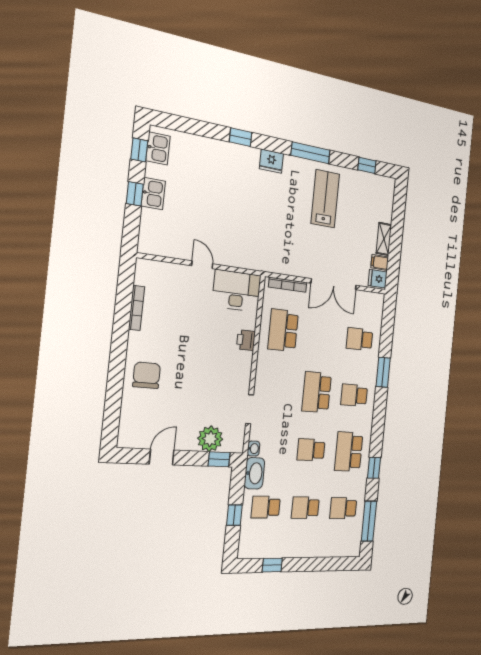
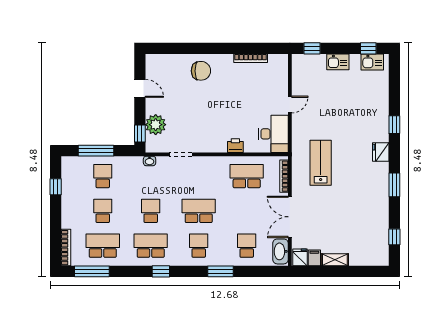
window: (311, 153) -> (394, 185), width x0.69
window: (135, 194) -> (312, 48), moved
lab bench: (325, 199) -> (321, 163), moved, turned -90
window: (374, 468) -> (161, 271), moved
washbasin: (254, 473) -> (281, 251), moved, turned 90
school desk: (343, 508) -> (103, 246), width x1.85
window: (234, 515) -> (96, 151), width x2.17
bookcase: (341, 552) -> (66, 248), added

